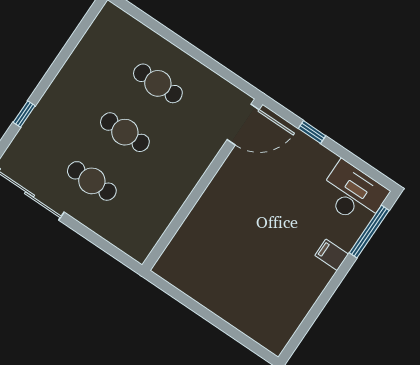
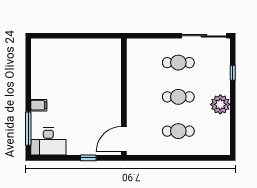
plant: (72, 81) -> (220, 104), added

